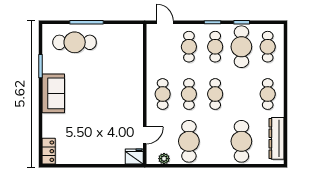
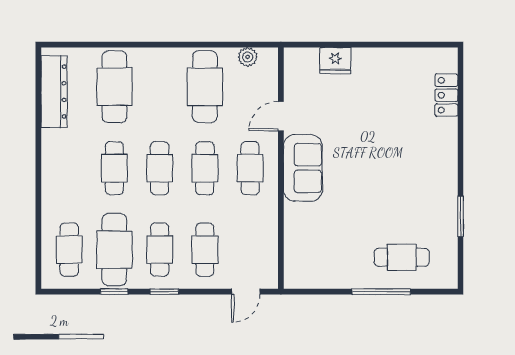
door: (165, 22) -> (246, 292), hinge flipped
cafe table: (75, 42) -> (402, 257), width x0.73, depth x0.74
sofa: (53, 93) -> (303, 168), moved, turned 180
cafe table: (268, 94) -> (114, 168), moved
door: (145, 135) -> (281, 116), moved
locker: (49, 151) -> (446, 95), moved
fridge: (134, 157) -> (335, 61), moved

